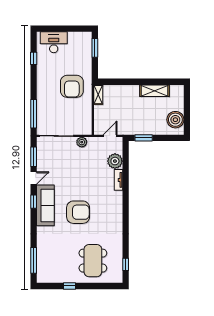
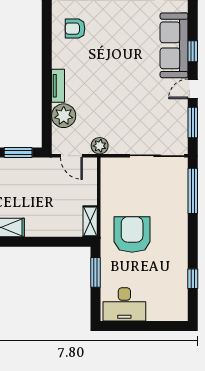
desk: (54, 42) -> (124, 304), moved
window: (95, 48) -> (95, 272), moved
door: (110, 136) -> (71, 156), hinge flipped
plant: (82, 142) -> (100, 146), moved
armchair: (78, 212) -> (75, 29), moved, width x0.53, depth x0.53

